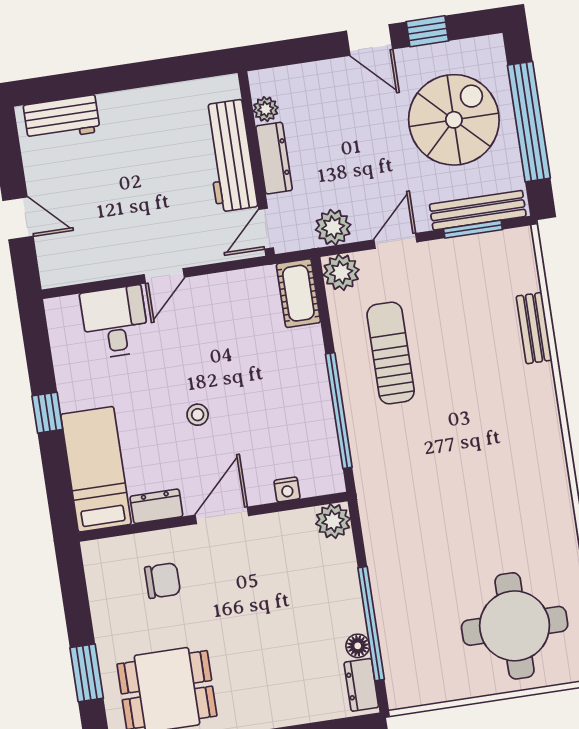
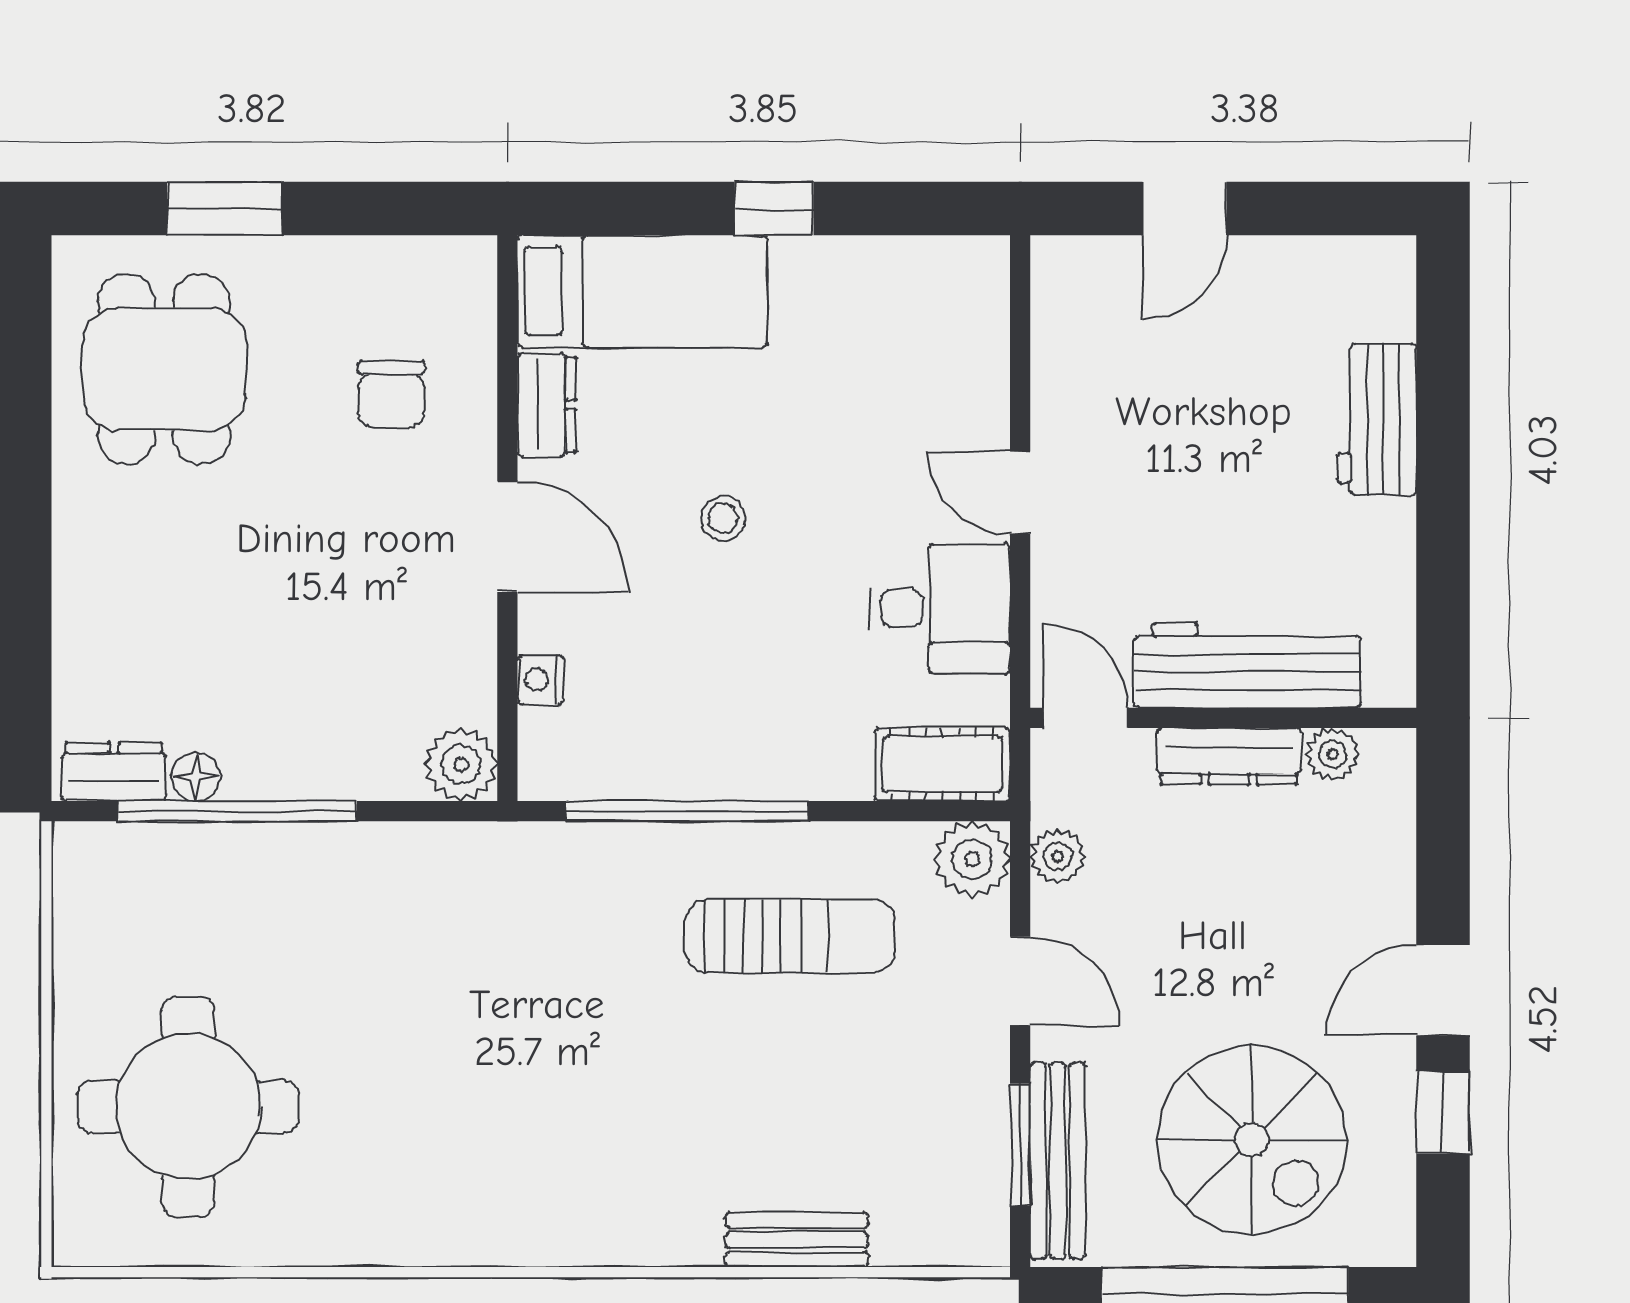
workbench: (62, 118) -> (1377, 419), moved
plant: (333, 227) -> (1058, 857), width x0.73, depth x0.73
desk: (115, 322) -> (940, 608), moved

